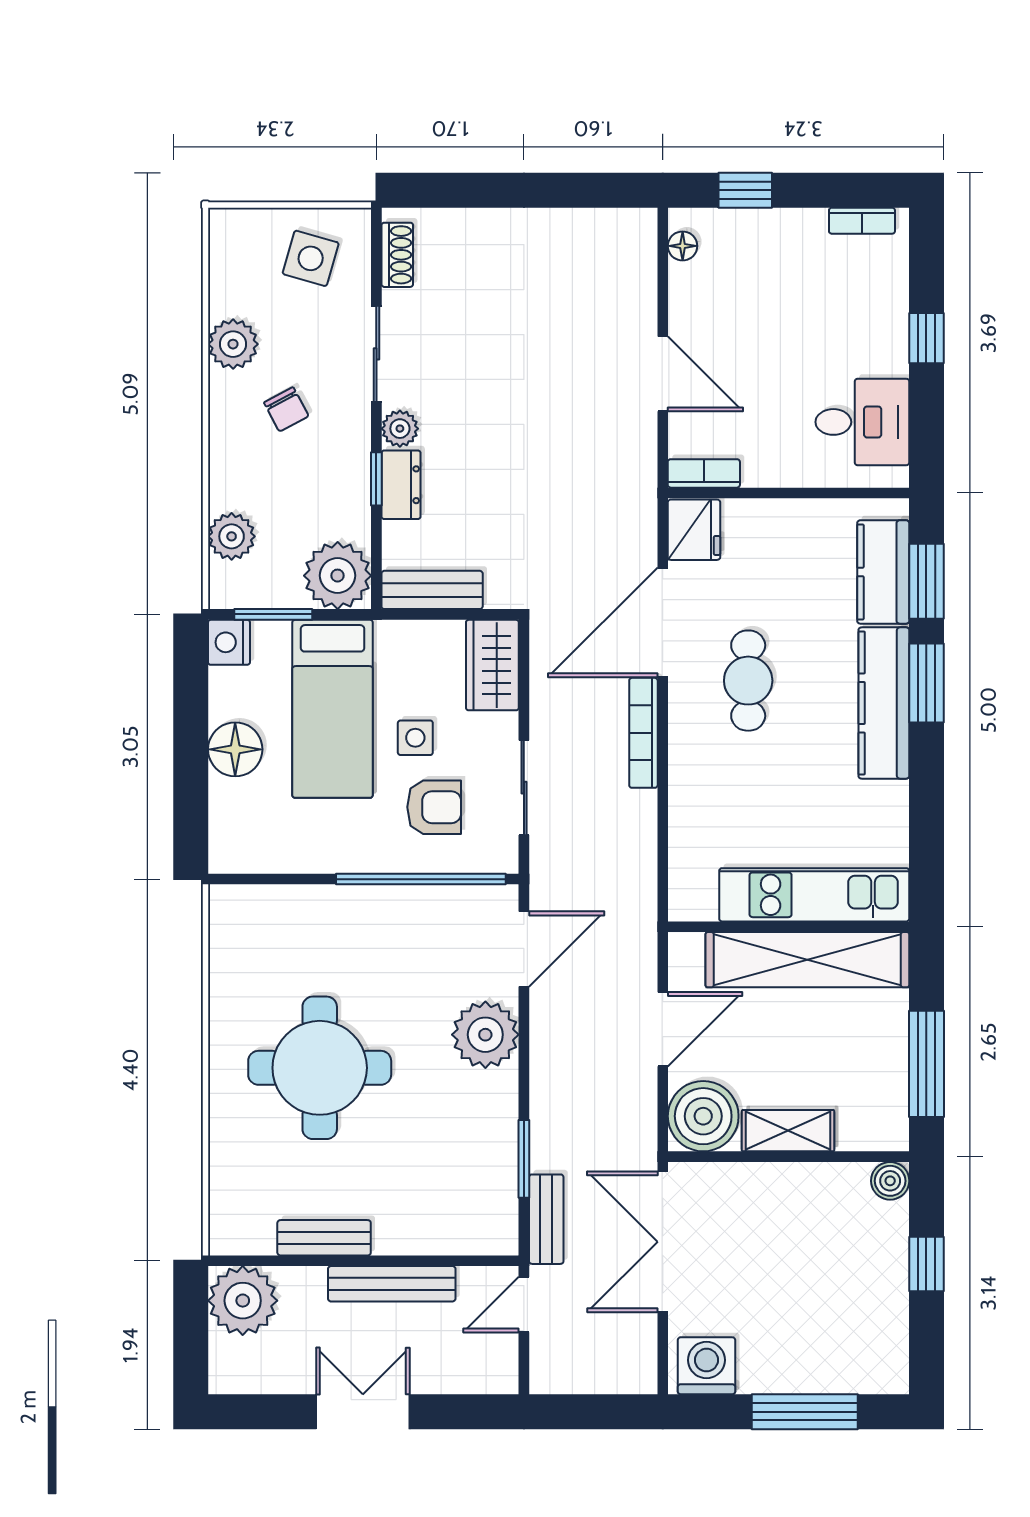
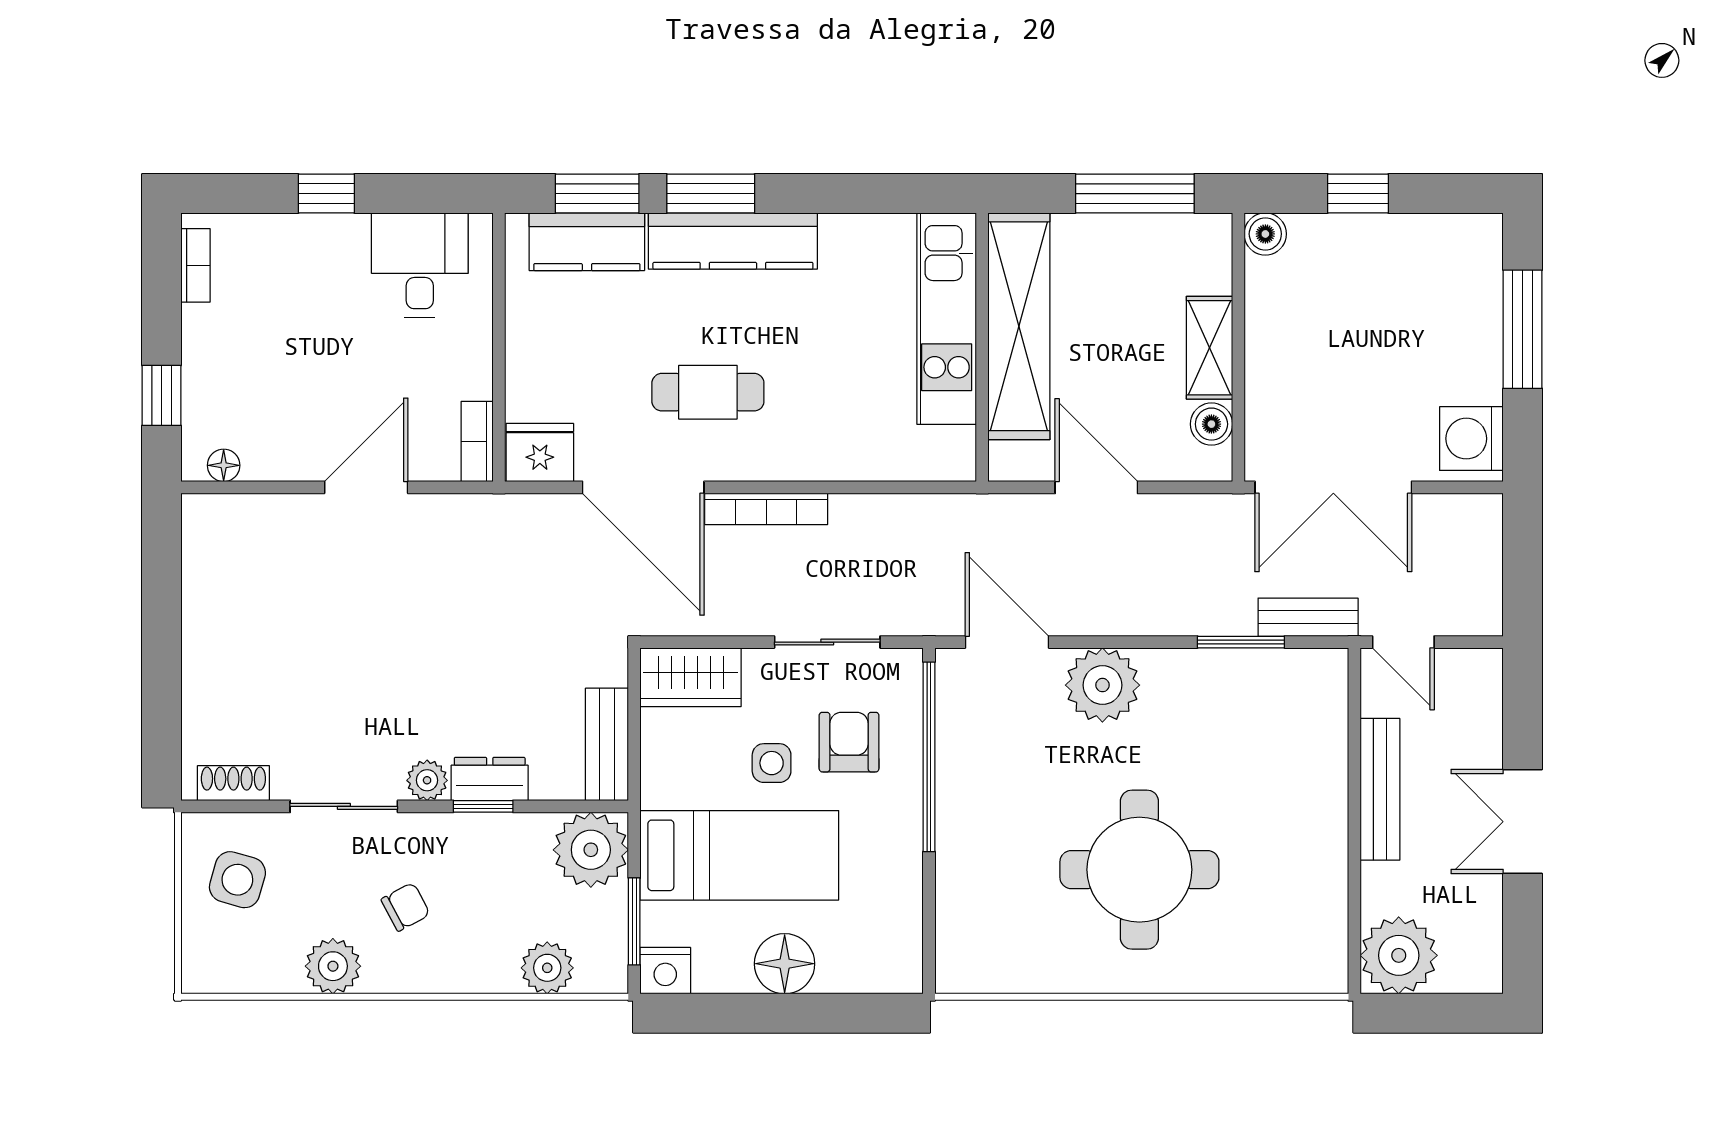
boiler: (703, 1116) -> (1211, 424), width x0.54, depth x0.54
bench: (324, 1238) -> (1329, 865), removed

